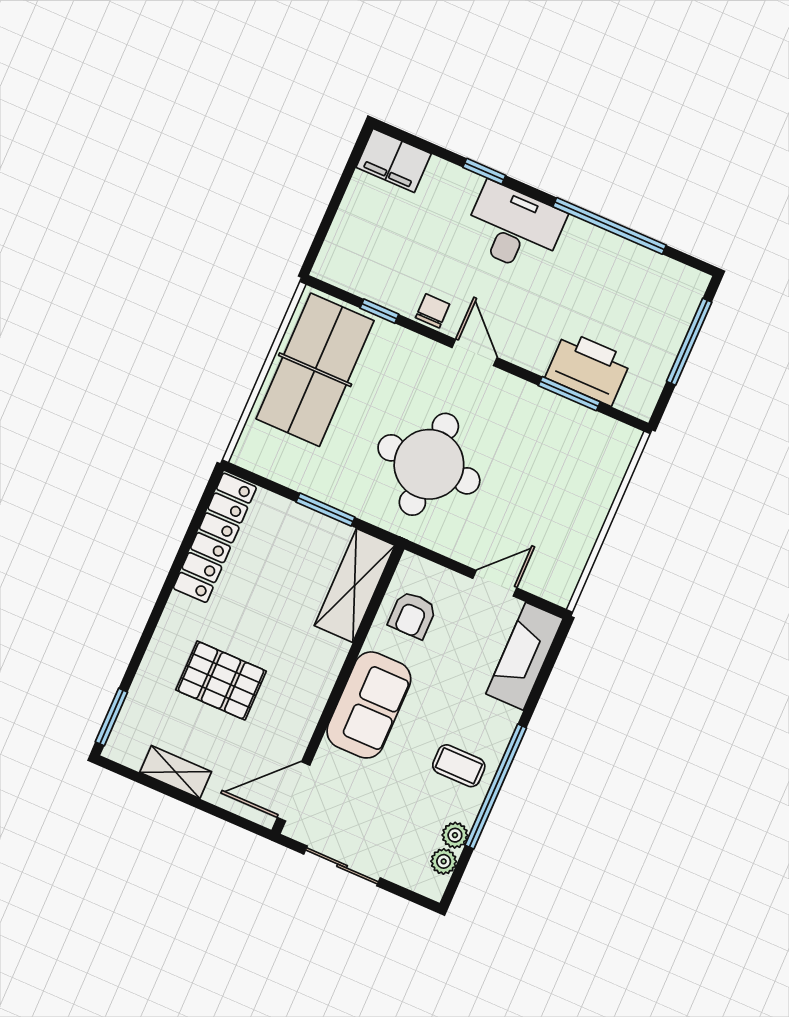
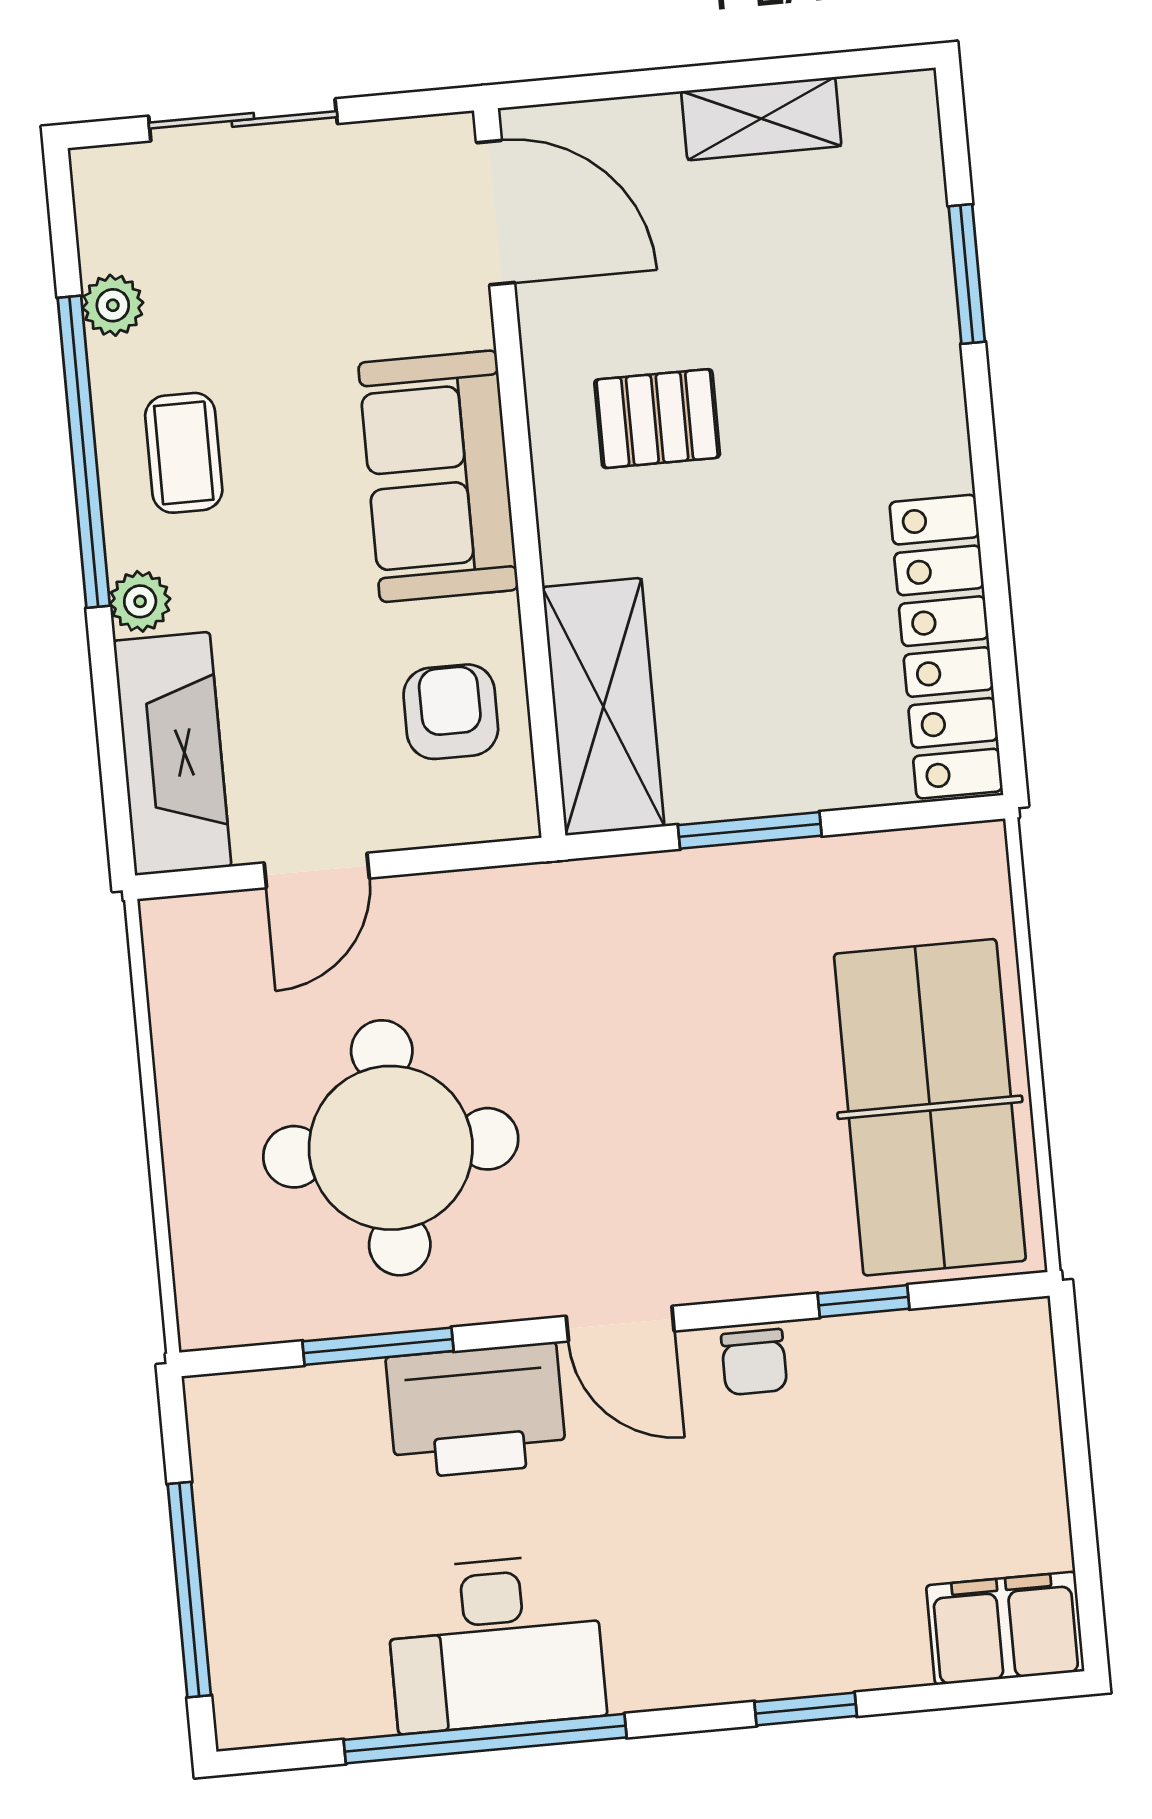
desk: (514, 228) -> (495, 1643), moved
printer: (588, 368) -> (476, 1411), moved
round table: (429, 464) -> (391, 1148), moved
pallet: (221, 680) -> (657, 419), moved, width x0.67, depth x0.71
window: (111, 717) -> (967, 274), moved
coffee table: (459, 766) -> (184, 453), turned 90
door: (294, 791) -> (496, 213), hinge flipped
plant: (444, 861) -> (140, 601), moved
sliding door: (342, 866) -> (243, 120), moved

